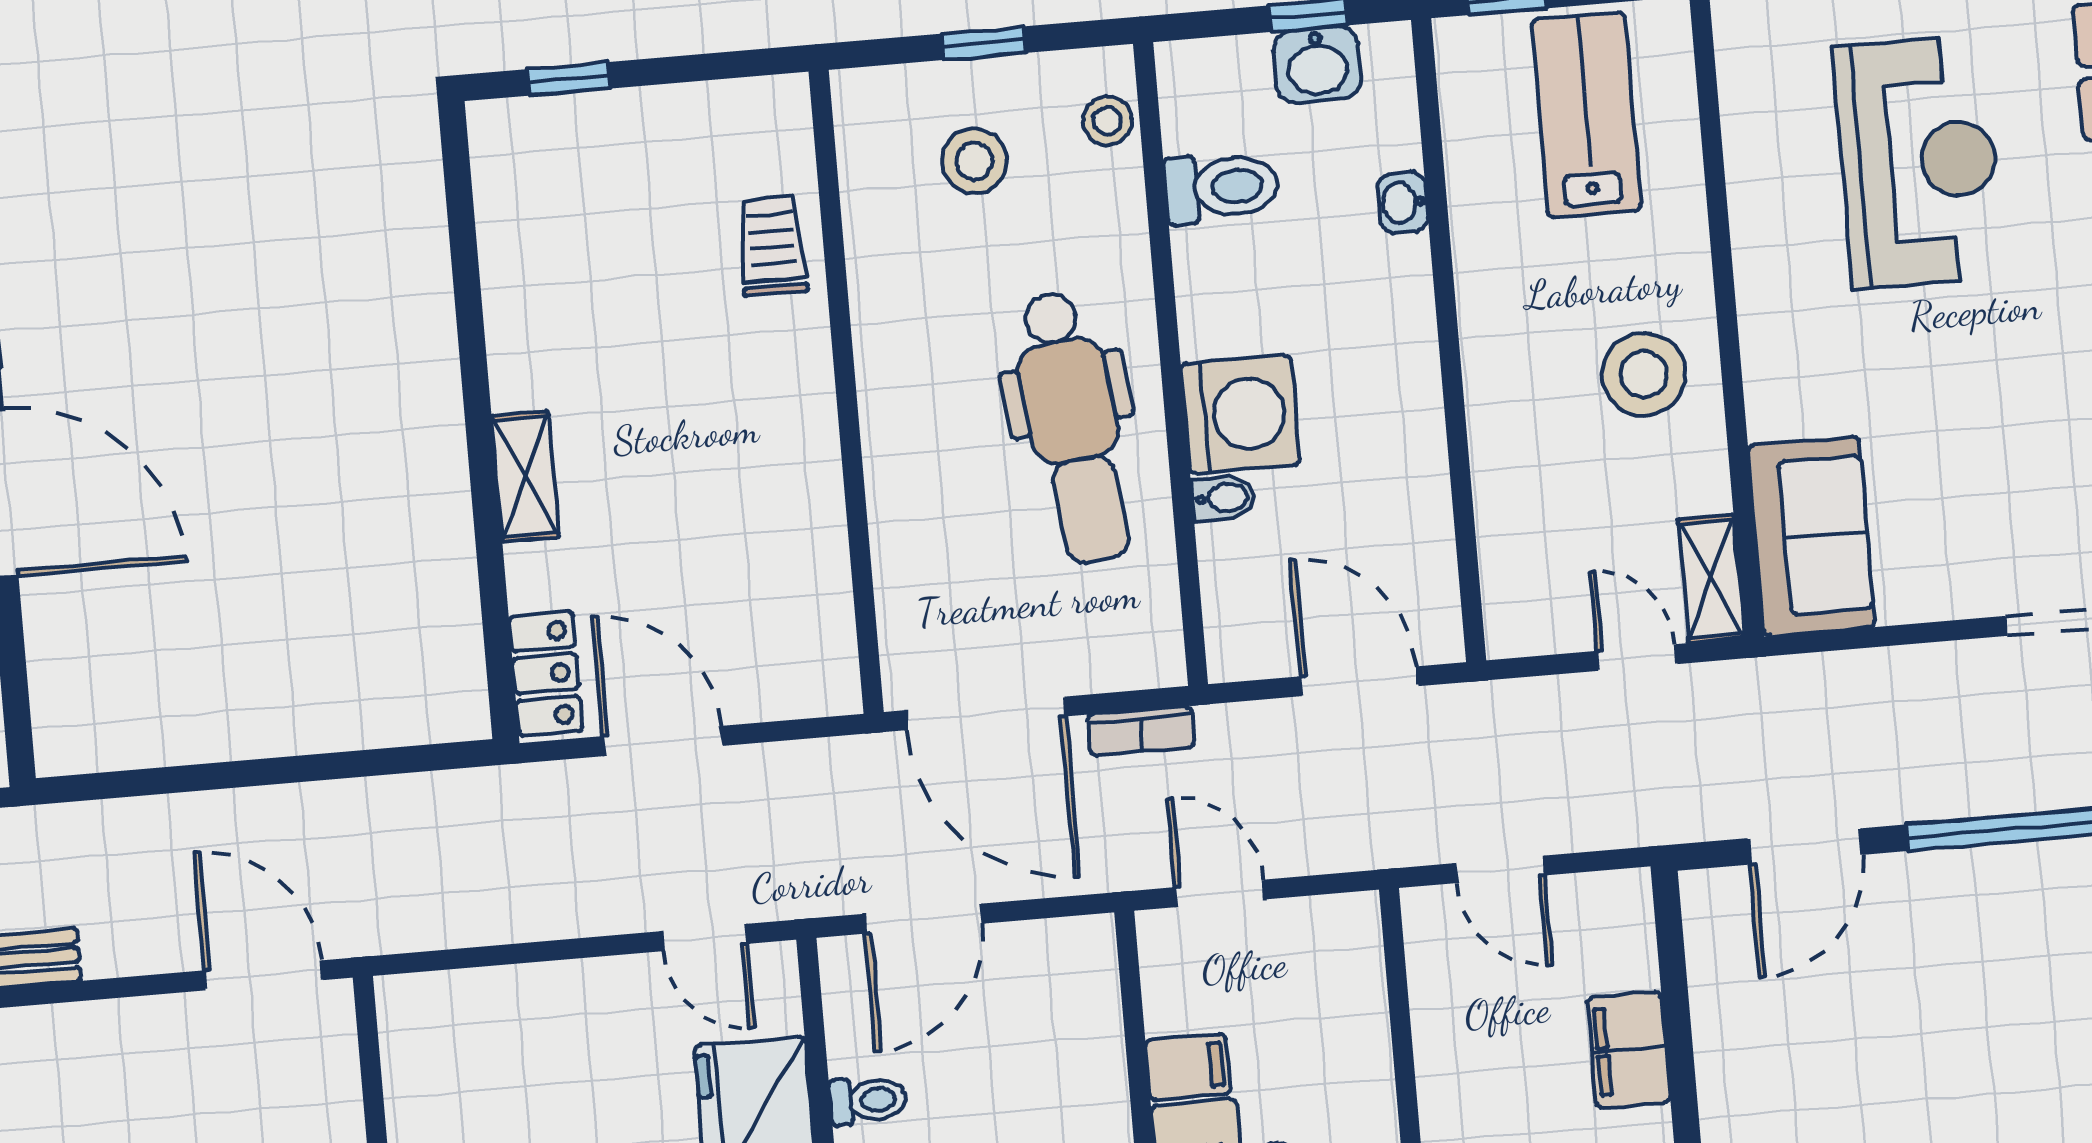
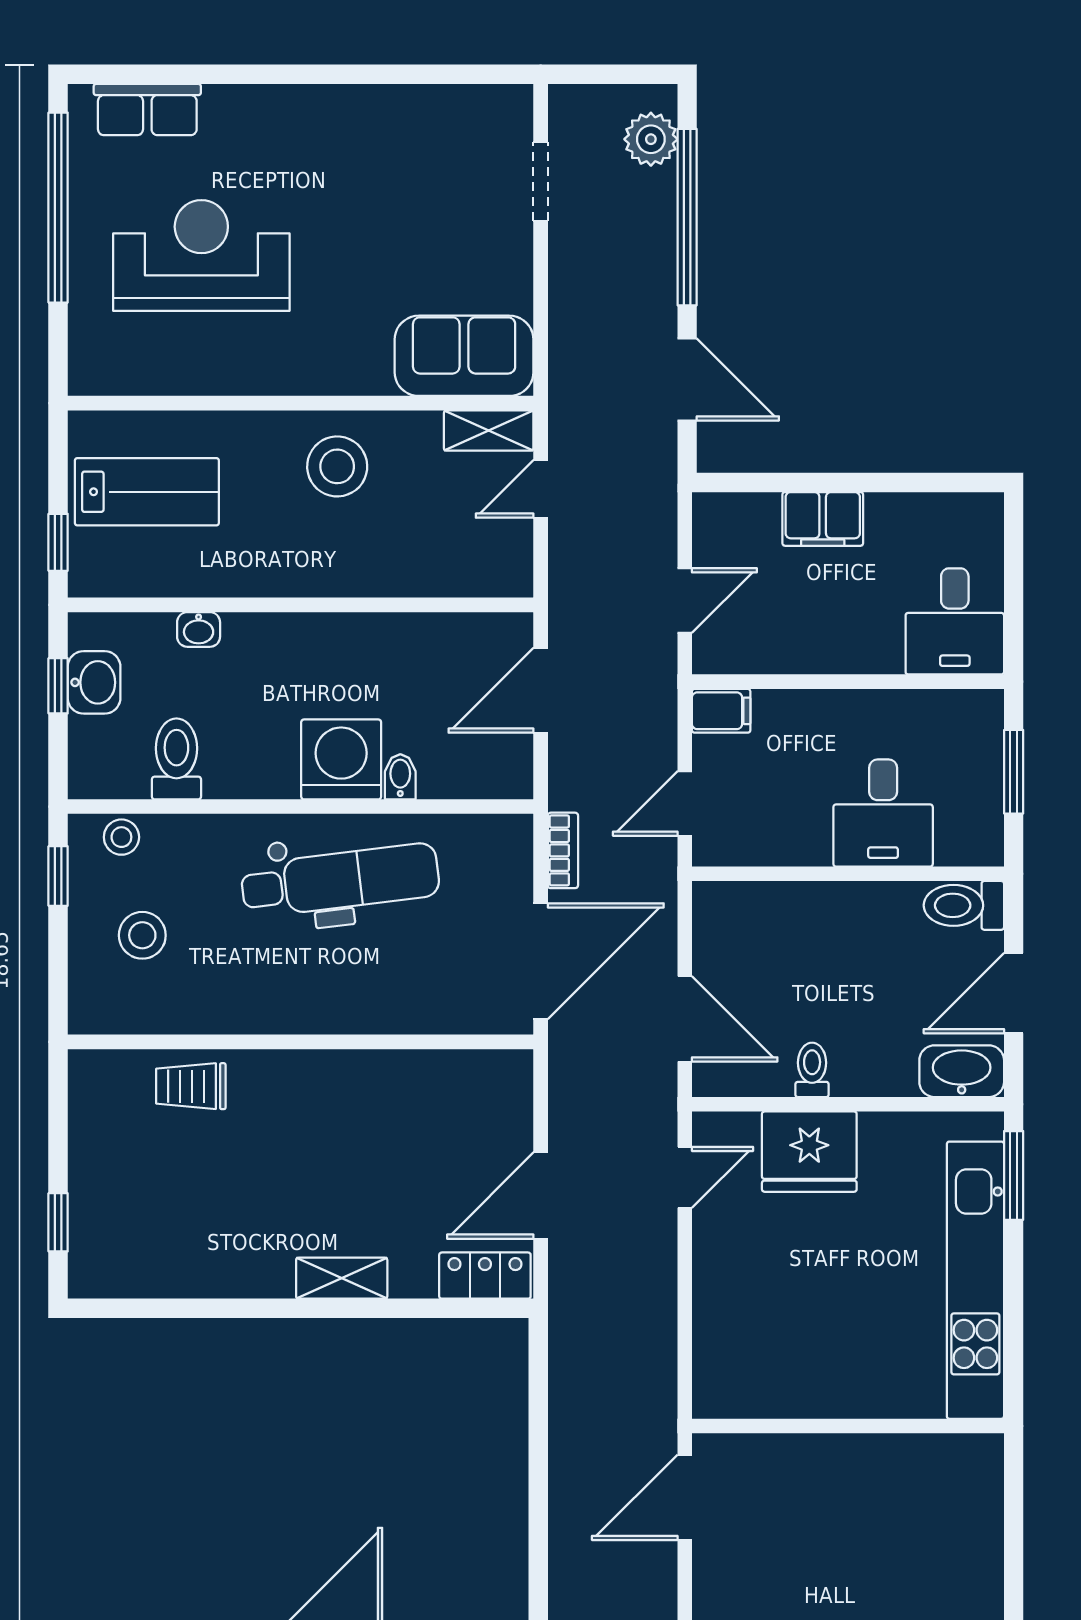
window: (984, 43) -> (58, 876), moved
lab bench: (1586, 115) -> (147, 492), turned 180
filing cabinet: (1188, 1067) -> (721, 711), moved, turned 90

